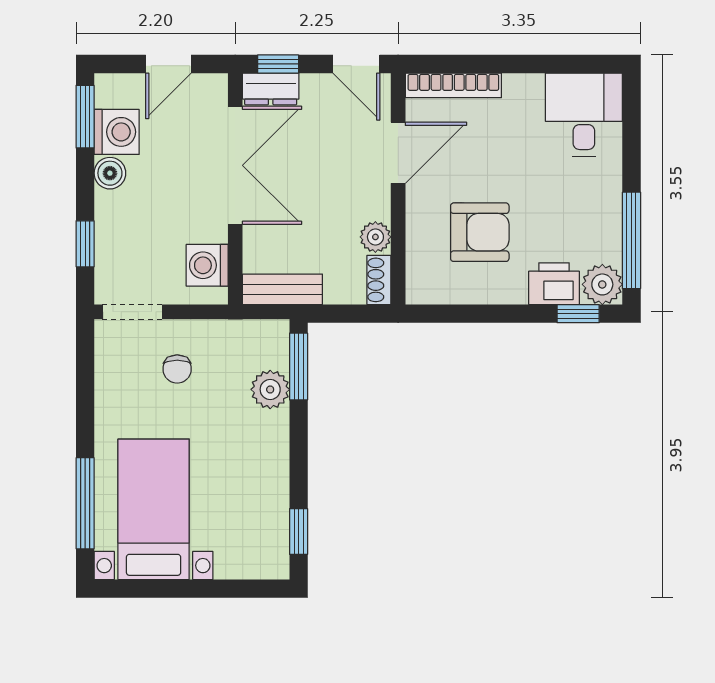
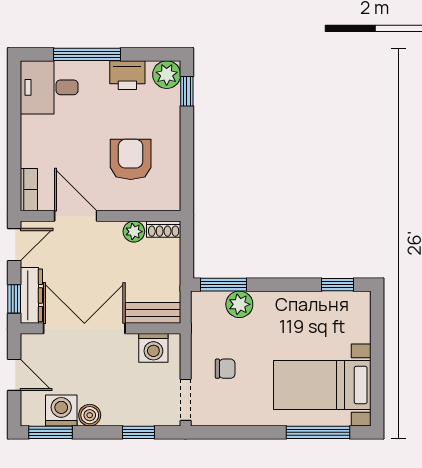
bookcase: (453, 85) -> (29, 190), width x0.64
dresser: (271, 89) -> (31, 295), width x1.44
window: (631, 240) -> (87, 54), moved
printer: (554, 284) -> (127, 75), moved, turned -90
bench: (282, 289) -> (153, 313), moved, turned 90

